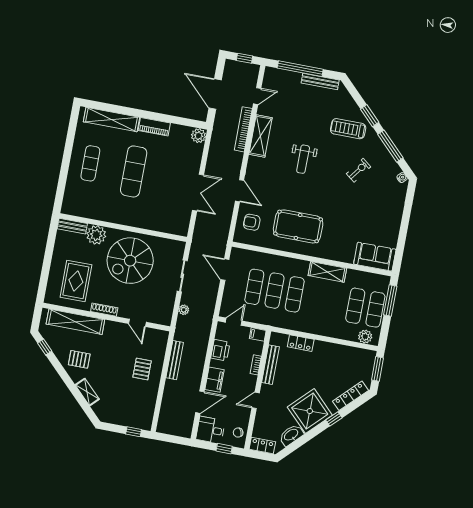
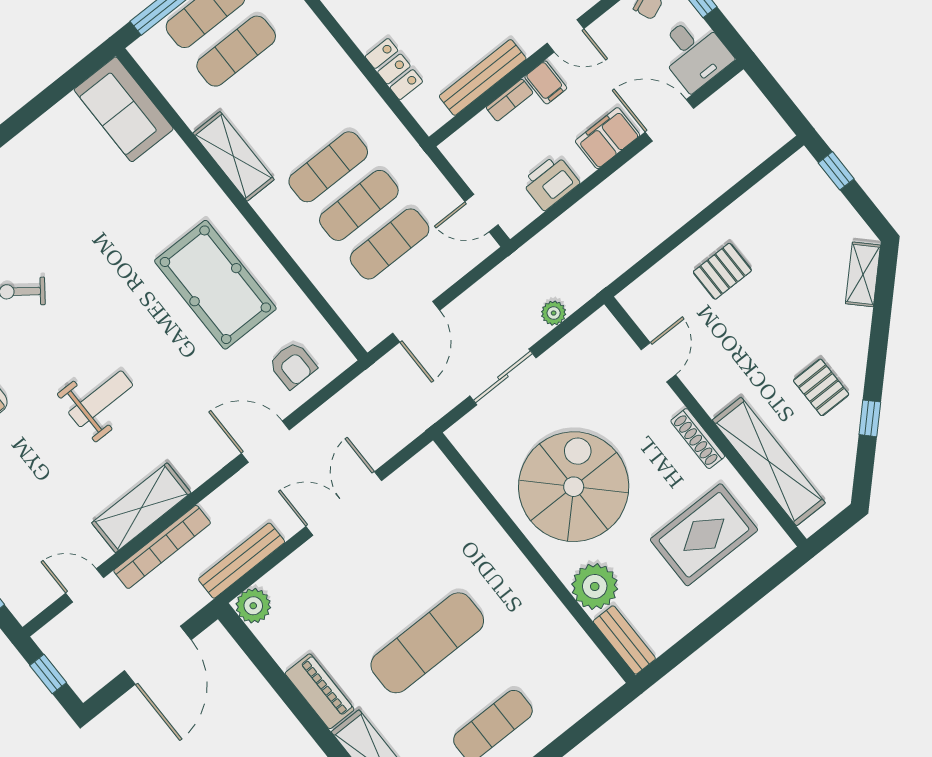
door: (239, 191) -> (265, 442), hinge flipped
spiral stairs: (130, 261) -> (574, 487), turned -90
filing cabinet: (258, 334) -> (546, 82), moved
window: (45, 347) -> (870, 418), moved
bench: (175, 360) -> (242, 561), moved
shelving: (87, 392) -> (863, 274), moved

